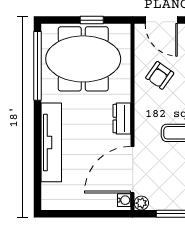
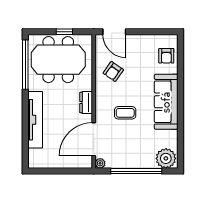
water cooler: (124, 200) -> (88, 161), removed

